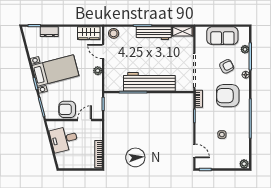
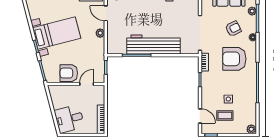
desk: (64, 139) -> (69, 119), moved
coffee table: (218, 151) -> (225, 115), added

